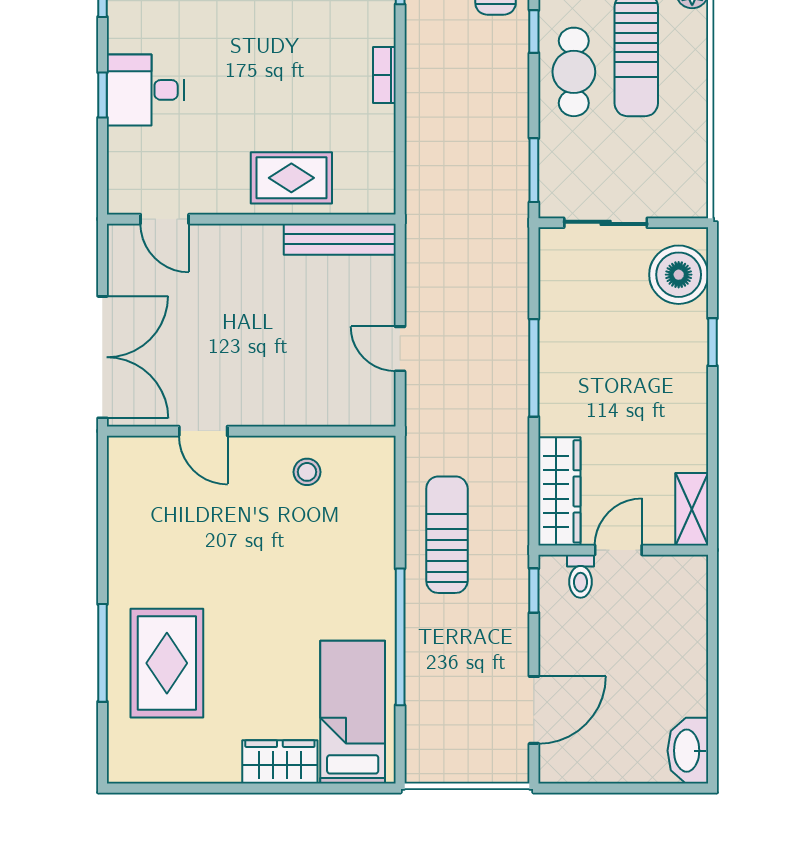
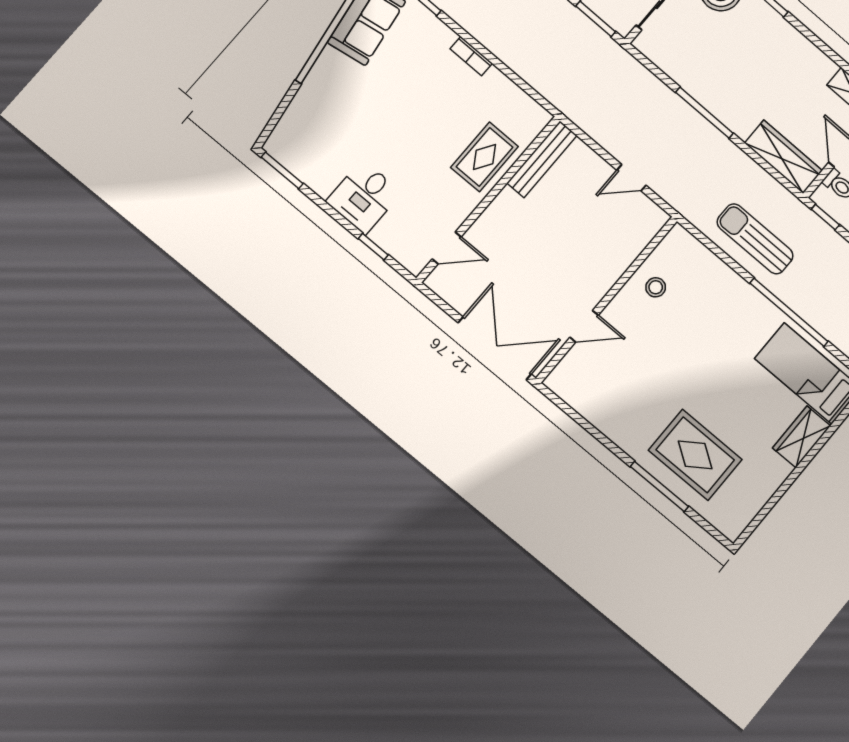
window: (102, 95) -> (373, 247), moved

